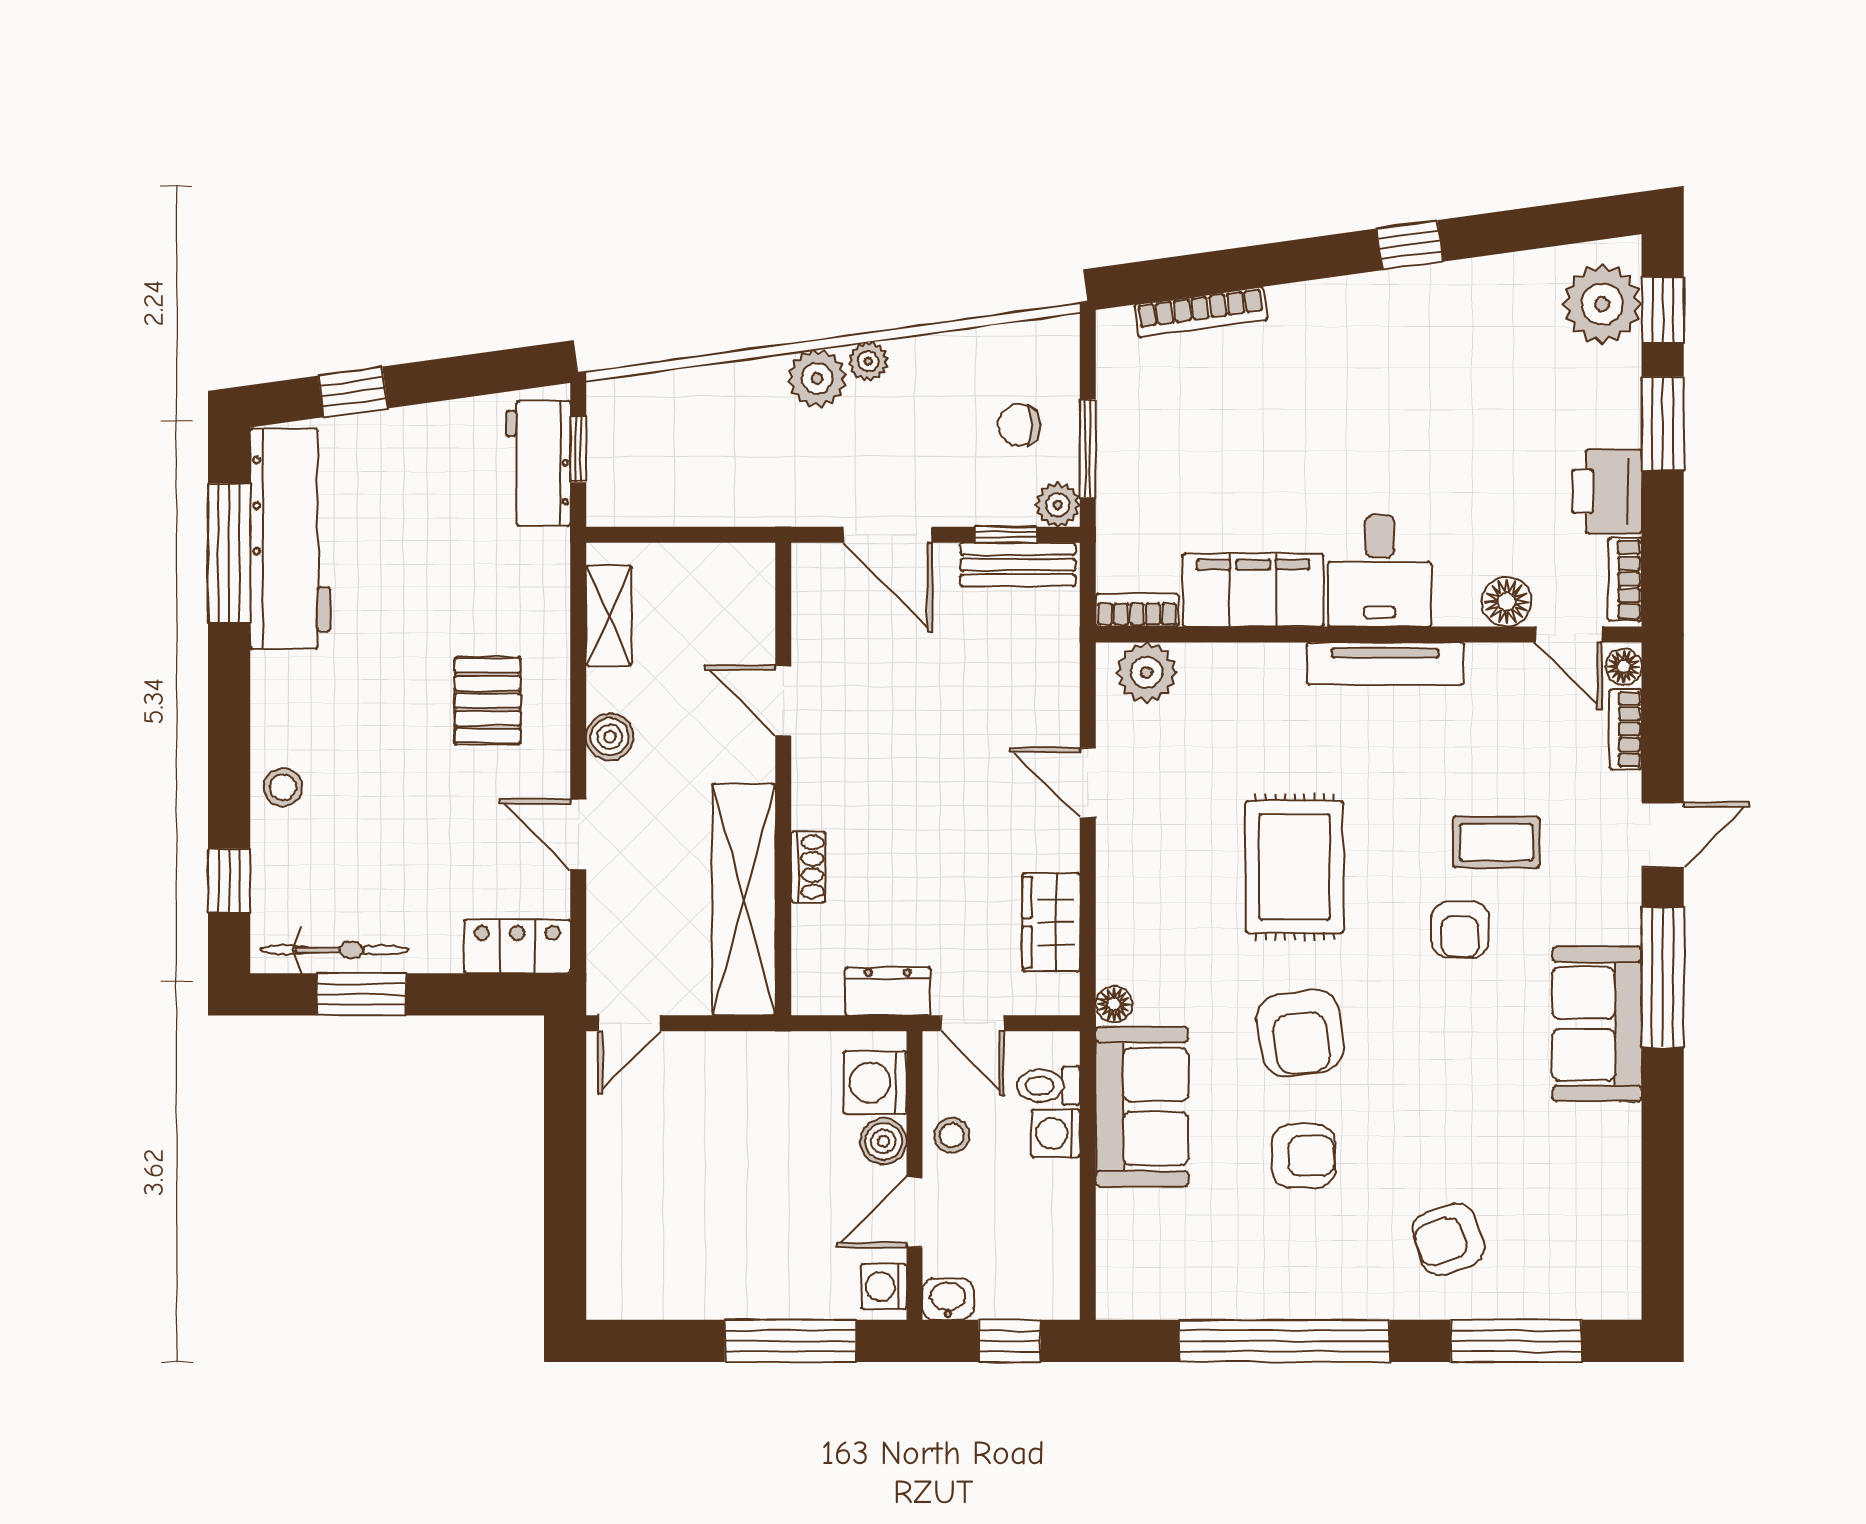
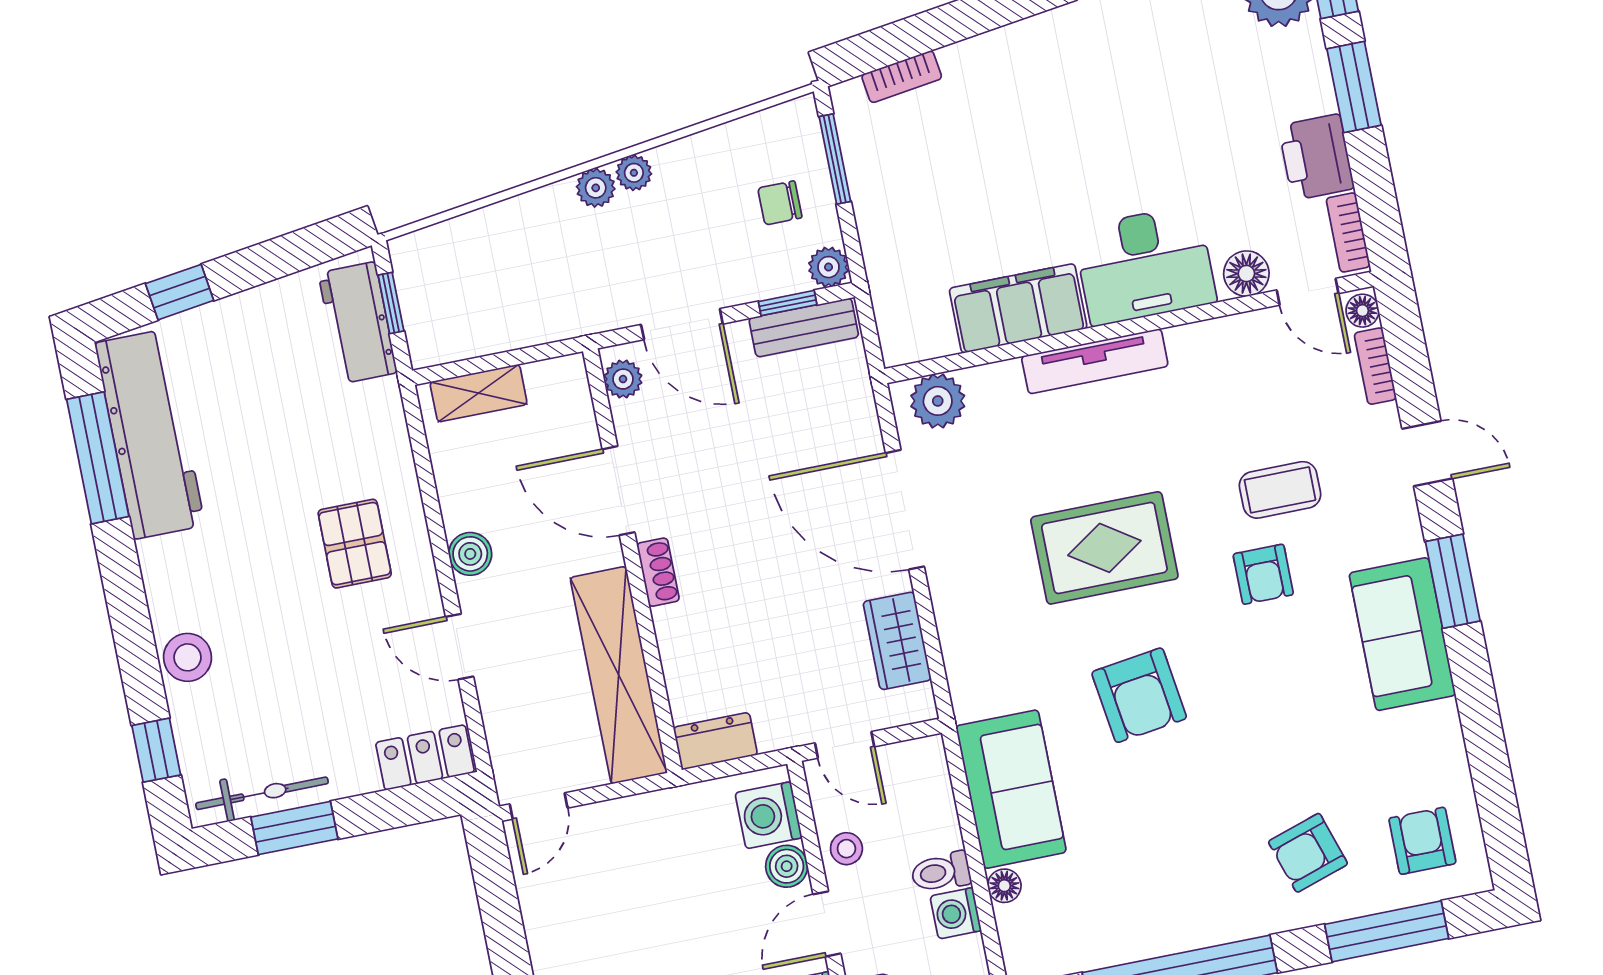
bookcase: (1201, 312) -> (902, 77), width x0.64
plant: (817, 378) -> (596, 188), width x0.73, depth x0.73
window: (1088, 448) -> (835, 159), moved
desk: (1380, 571) -> (1145, 265), width x1.37
plant: (812, 581) -> (623, 379), added
bookcase: (1137, 610) -> (918, 347), removed
shelving: (609, 616) -> (479, 393), moved, turned 90
tv unit: (1385, 664) -> (1095, 361), moved
door: (783, 701) -> (618, 491), width x1.38
door: (1088, 783) -> (905, 510), width x1.88
stool: (283, 787) -> (187, 657), width x1.37, depth x1.37
door: (1663, 835) -> (1427, 454), hinge flipped
shoe rack: (808, 867) -> (658, 572), moved
rug: (1295, 867) -> (1104, 548), turned 90
window: (1663, 978) -> (1453, 581), width x0.69
dresser: (888, 991) -> (715, 741), moved
floor lamp: (1114, 1004) -> (1004, 886), moved
toilet: (1049, 1086) -> (941, 872), moved
washing machine: (1056, 1133) -> (956, 913), moved
armchair: (1303, 1156) -> (1422, 841), moved, turned -90

